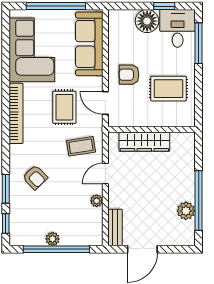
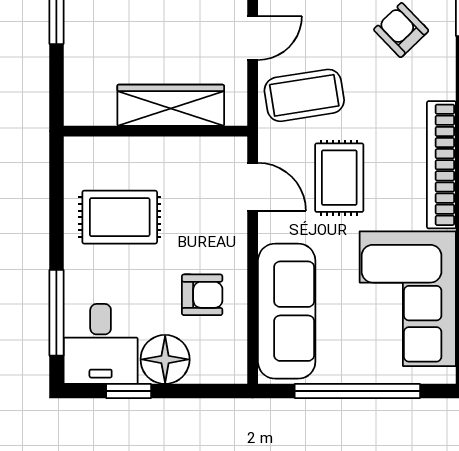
armchair: (129, 75) -> (202, 295), moved
coffee table: (81, 146) -> (304, 95), width x1.36, depth x1.30

